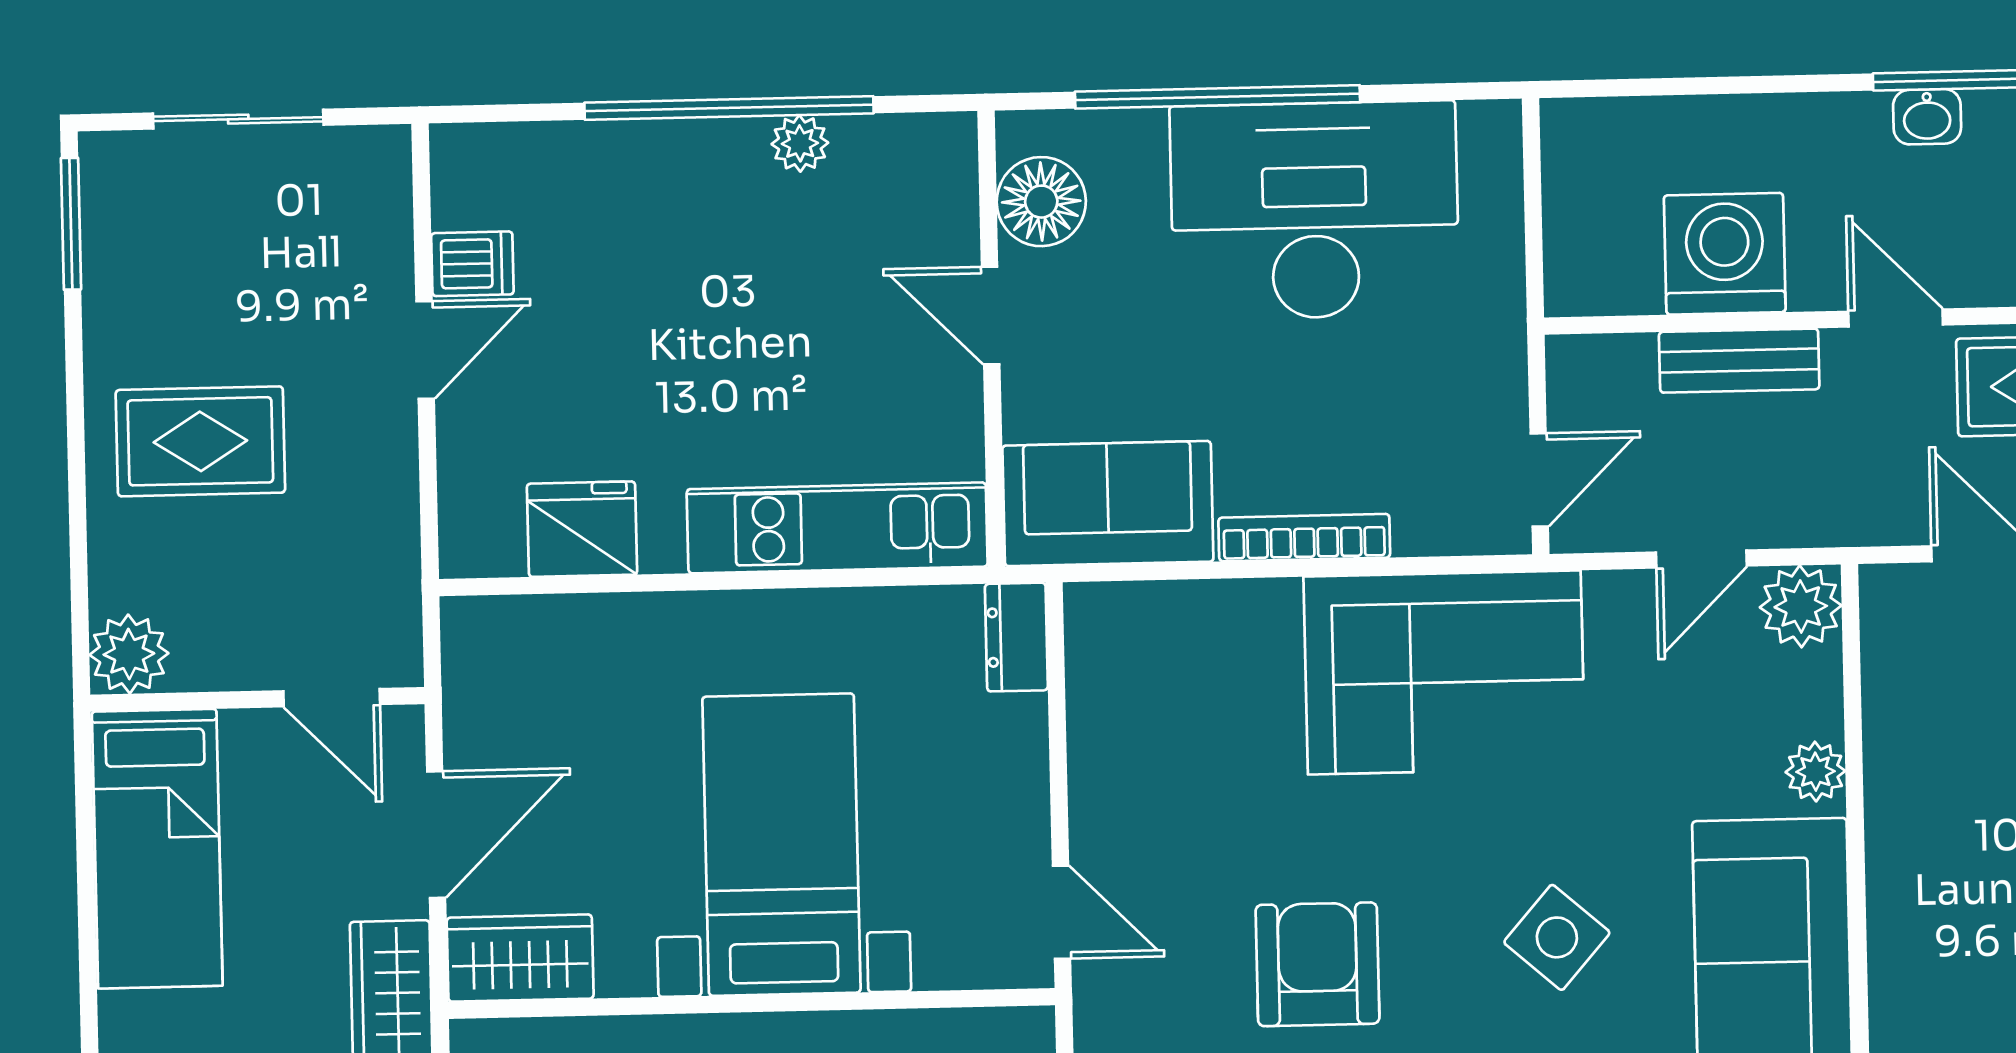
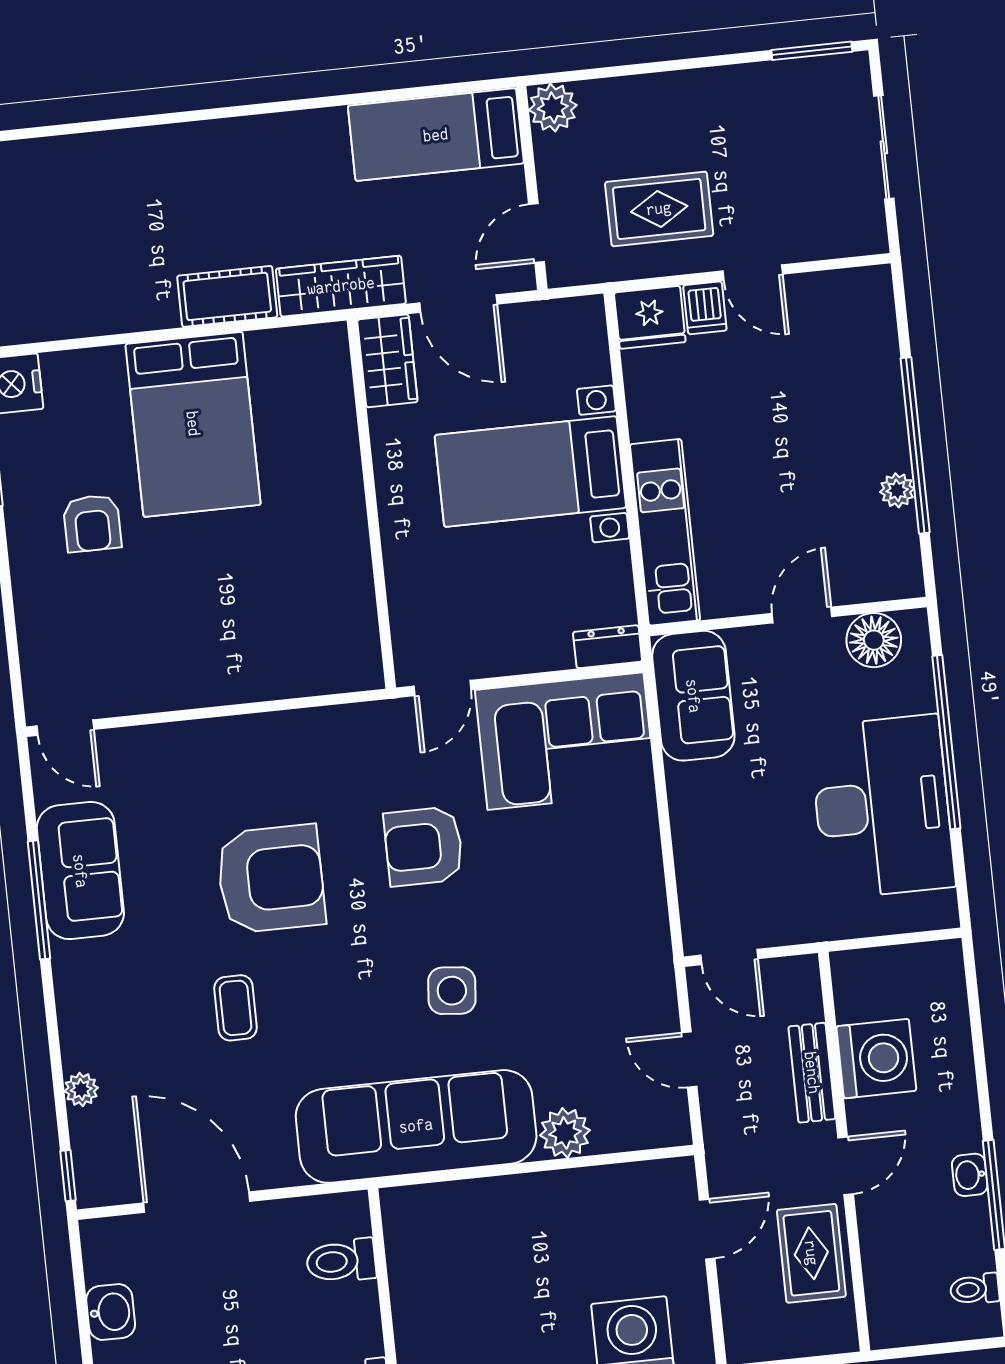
dishwasher: (472, 264) -> (705, 308), moved
rug: (200, 441) -> (659, 209), moved, turned 90
fridge: (582, 529) -> (650, 317), moved, turned 90
bookcase: (1304, 538) -> (683, 817), removed
plant: (1801, 606) -> (665, 1122), removed
corner sofa: (1444, 672) -> (565, 741), moved, turned -90
plant: (1815, 772) -> (565, 1133), width x1.38, depth x1.38
bed with nightstands: (781, 845) -> (530, 472), moved, turned 180
side table: (1557, 937) -> (452, 991), turned -36
armchair: (1317, 964) -> (424, 846), turned 180

